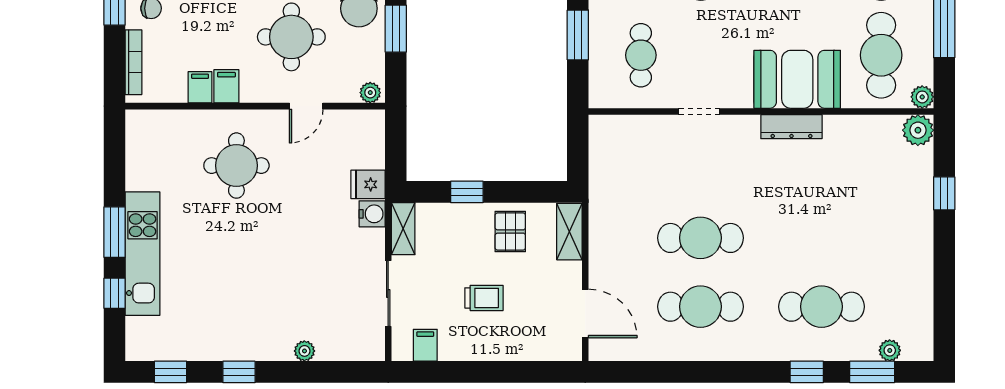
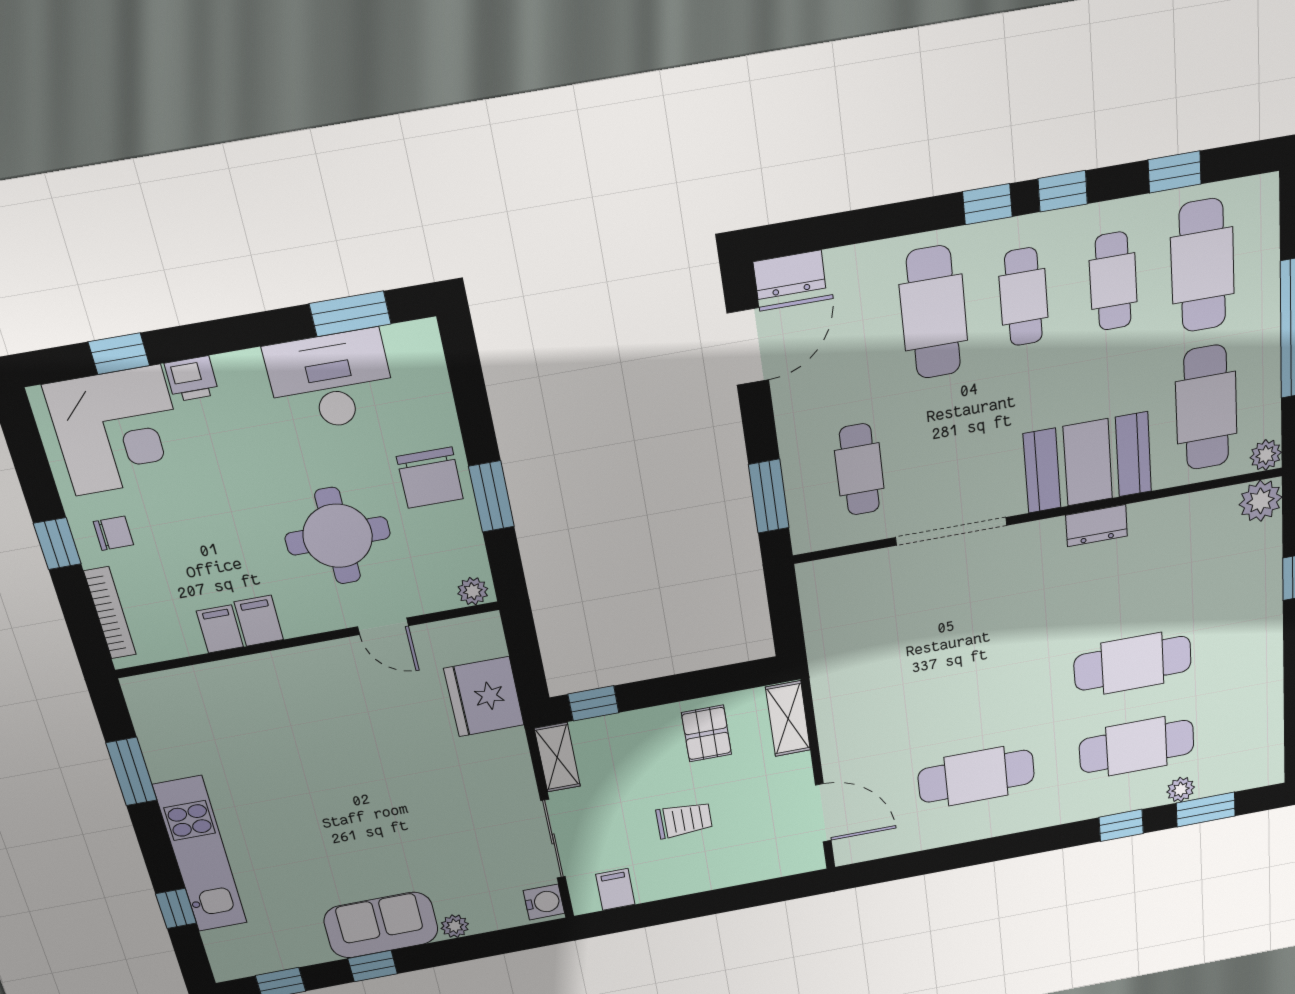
window: (578, 35) -> (769, 496), moved
door: (306, 106) -> (383, 626), hinge flipped
doorway: (699, 111) -> (951, 531), width x1.87
dresser: (791, 127) -> (1097, 526), width x0.70
round table: (236, 166) -> (302, 722), removed
fridge: (368, 184) -> (484, 697), width x1.88, depth x1.34
window: (467, 192) -> (593, 703), moved
water cooler: (372, 214) -> (544, 902), moved
window: (115, 232) -> (132, 772), moved
cafe table: (700, 238) -> (1133, 663), moved
sofa: (253, 338) -> (381, 925), added
plant: (890, 350) -> (1181, 790), moved

